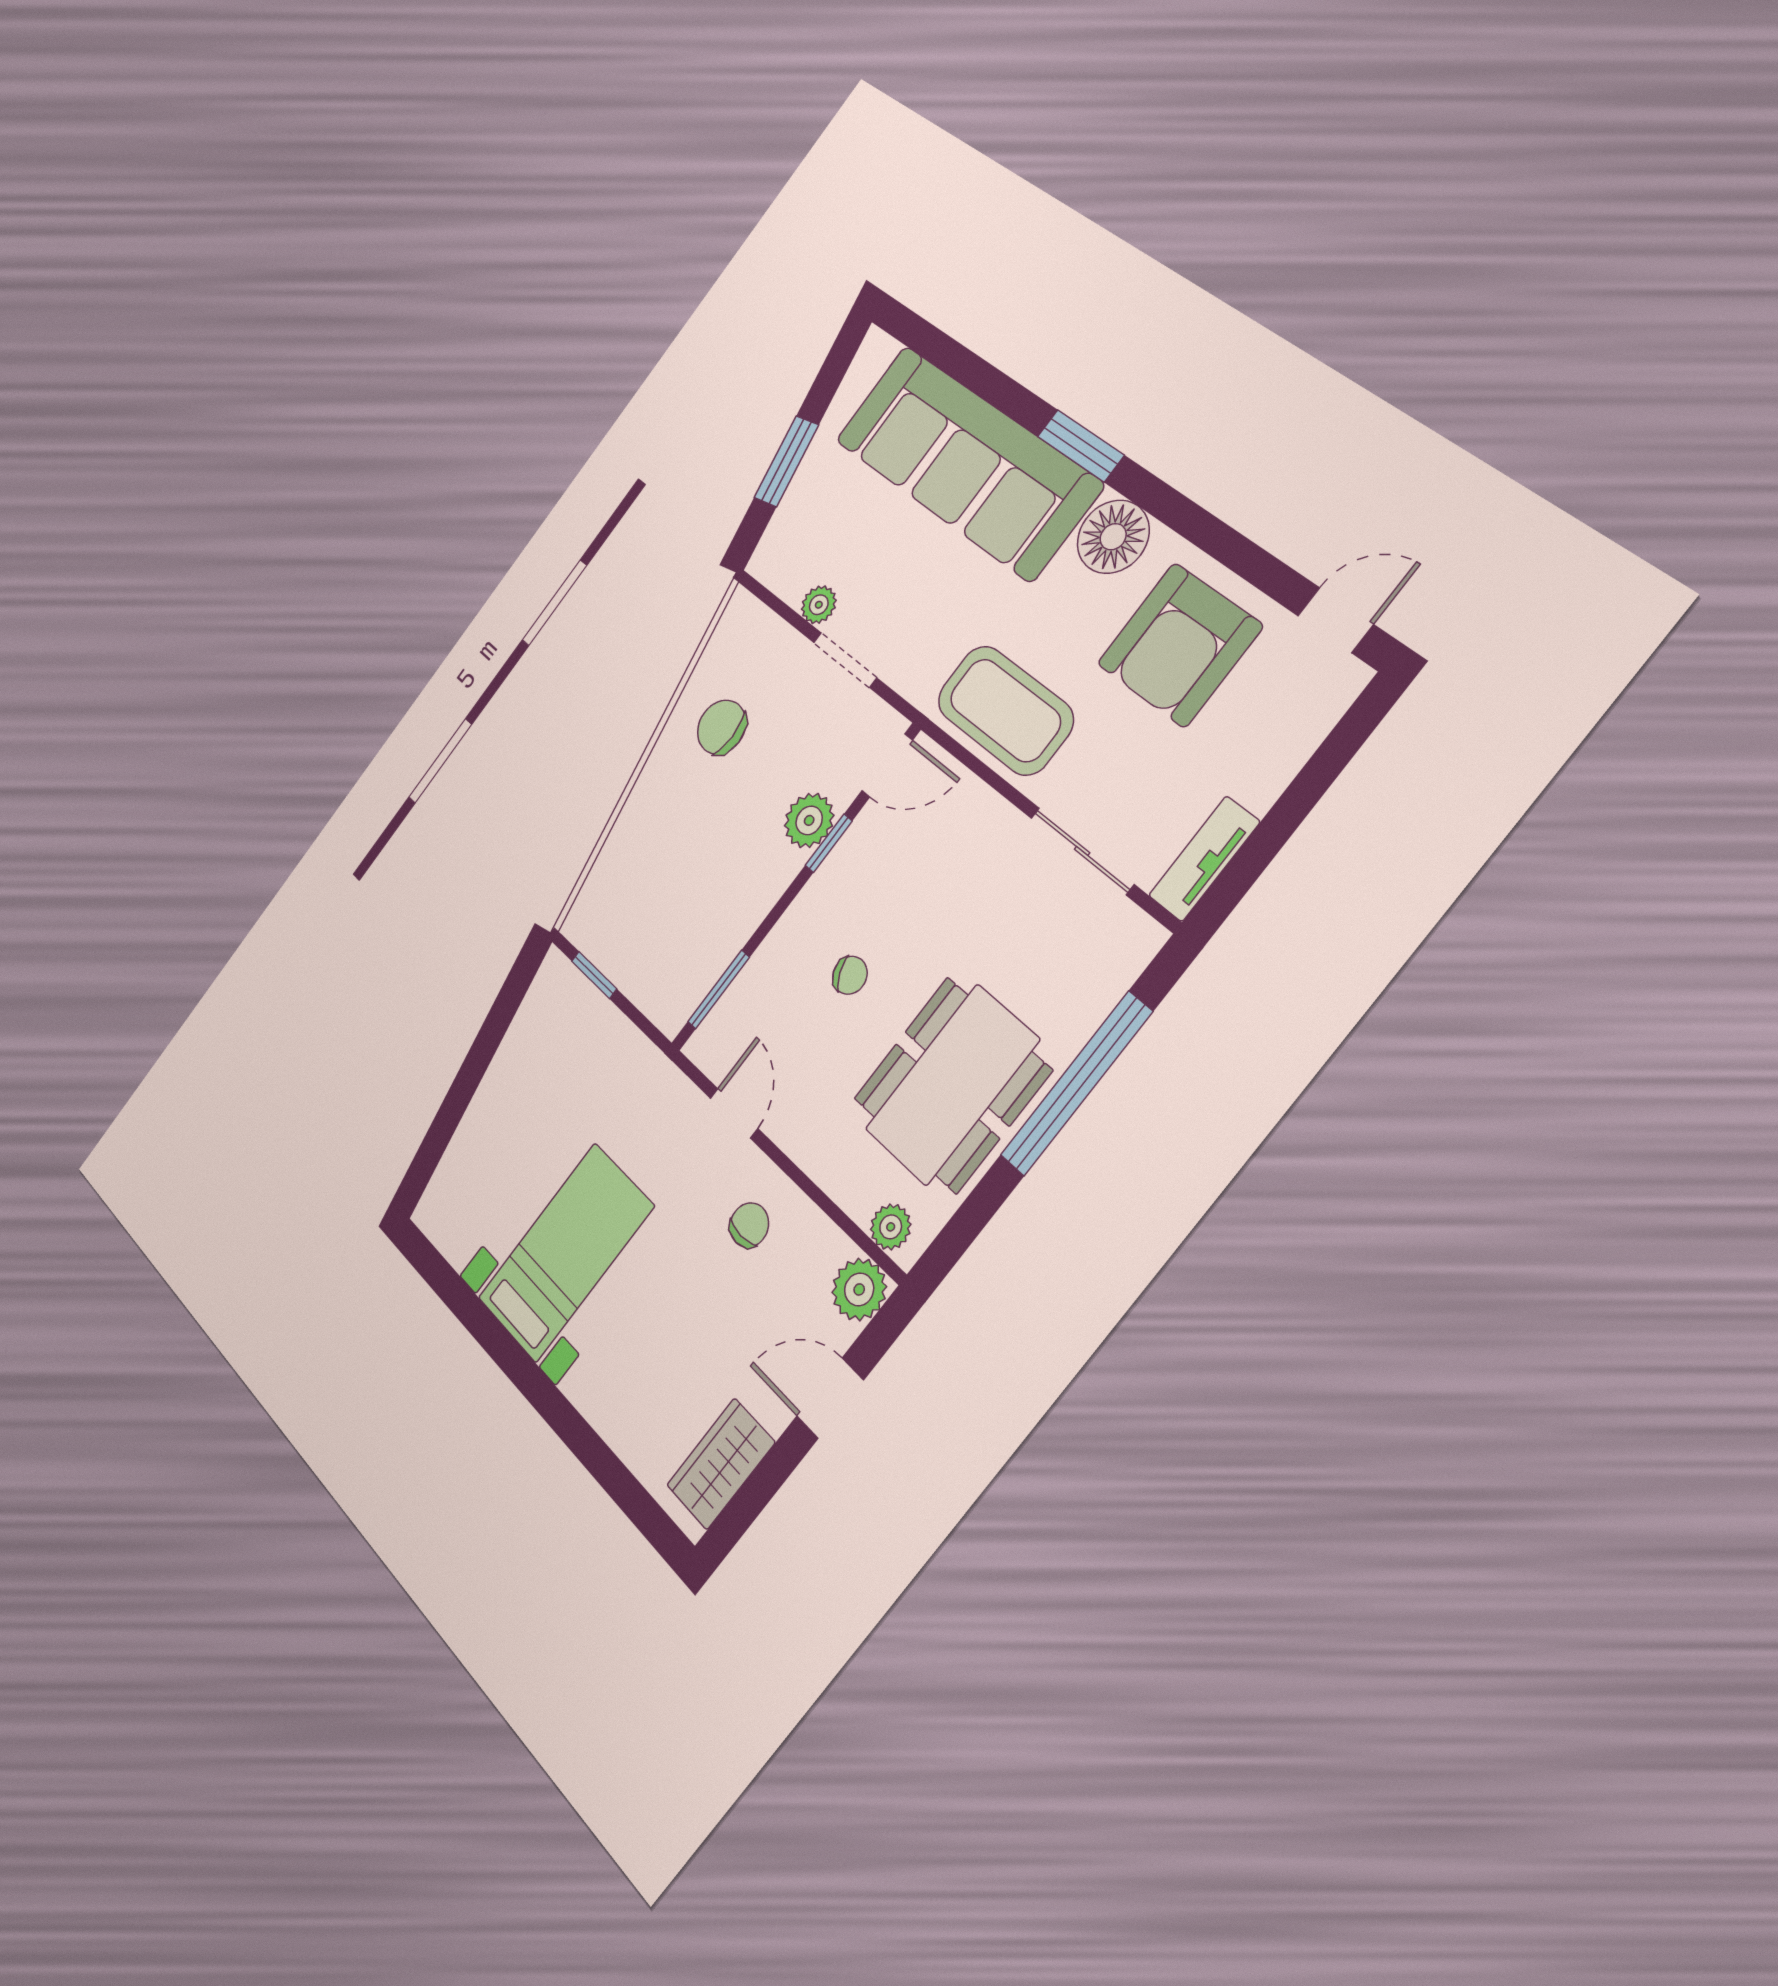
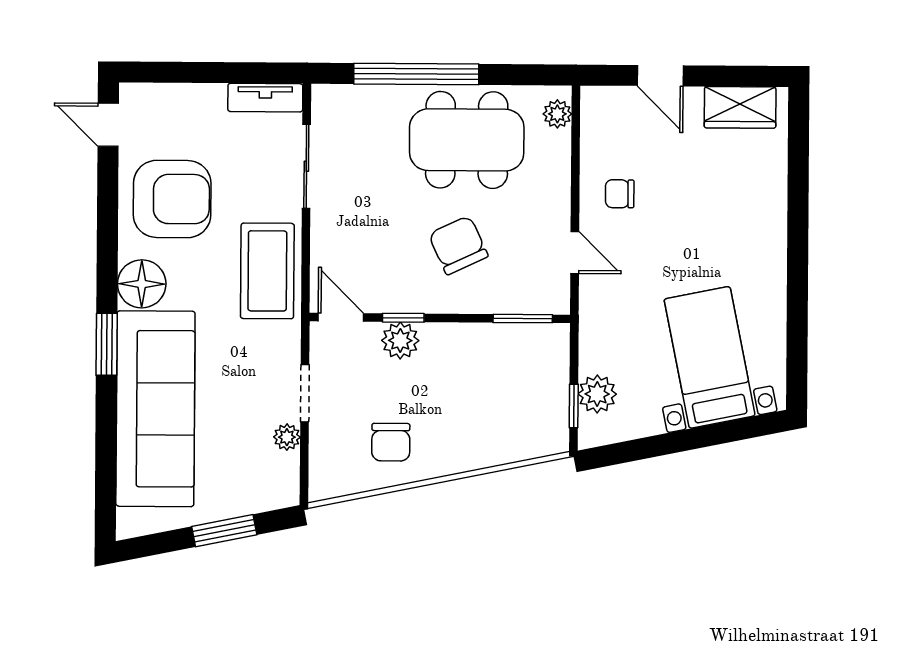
chair: (850, 975) -> (458, 245), width x1.87, depth x1.87
door: (734, 1113) -> (575, 253), swing flipped
bed with nightstands: (566, 1252) -> (710, 357), moved, turned 79
plant: (859, 1289) -> (597, 394), moved

